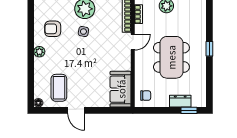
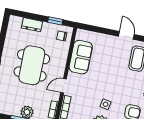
sofa: (121, 89) -> (81, 57), moved
window: (189, 110) -> (55, 21), moved

